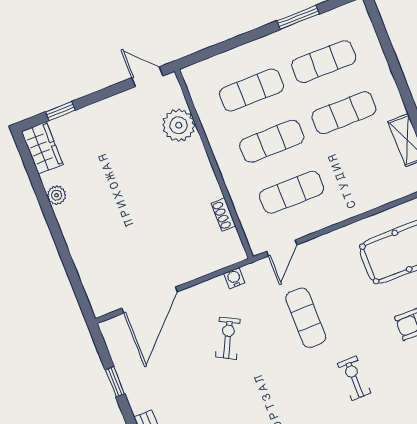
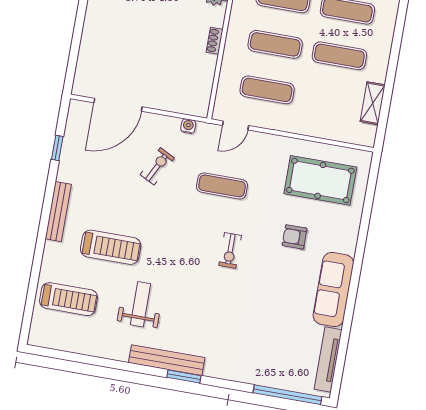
shoe rack: (223, 215) -> (215, 41), moved
exercise mat: (306, 318) -> (222, 186), turned 90
exercise bike: (354, 378) -> (230, 251), turned 180

